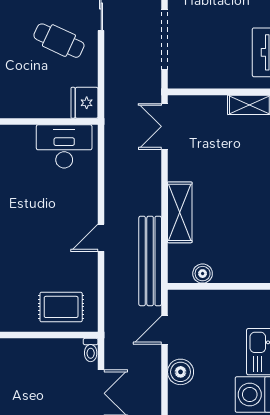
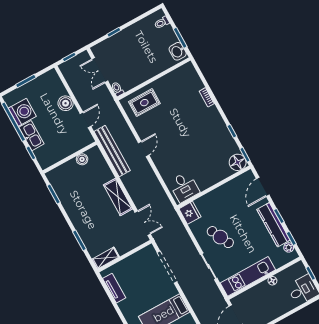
cafe table: (59, 41) -> (220, 237), turned 39
desk: (64, 146) -> (184, 187), width x0.73
shelving: (180, 212) -> (118, 197), moved

